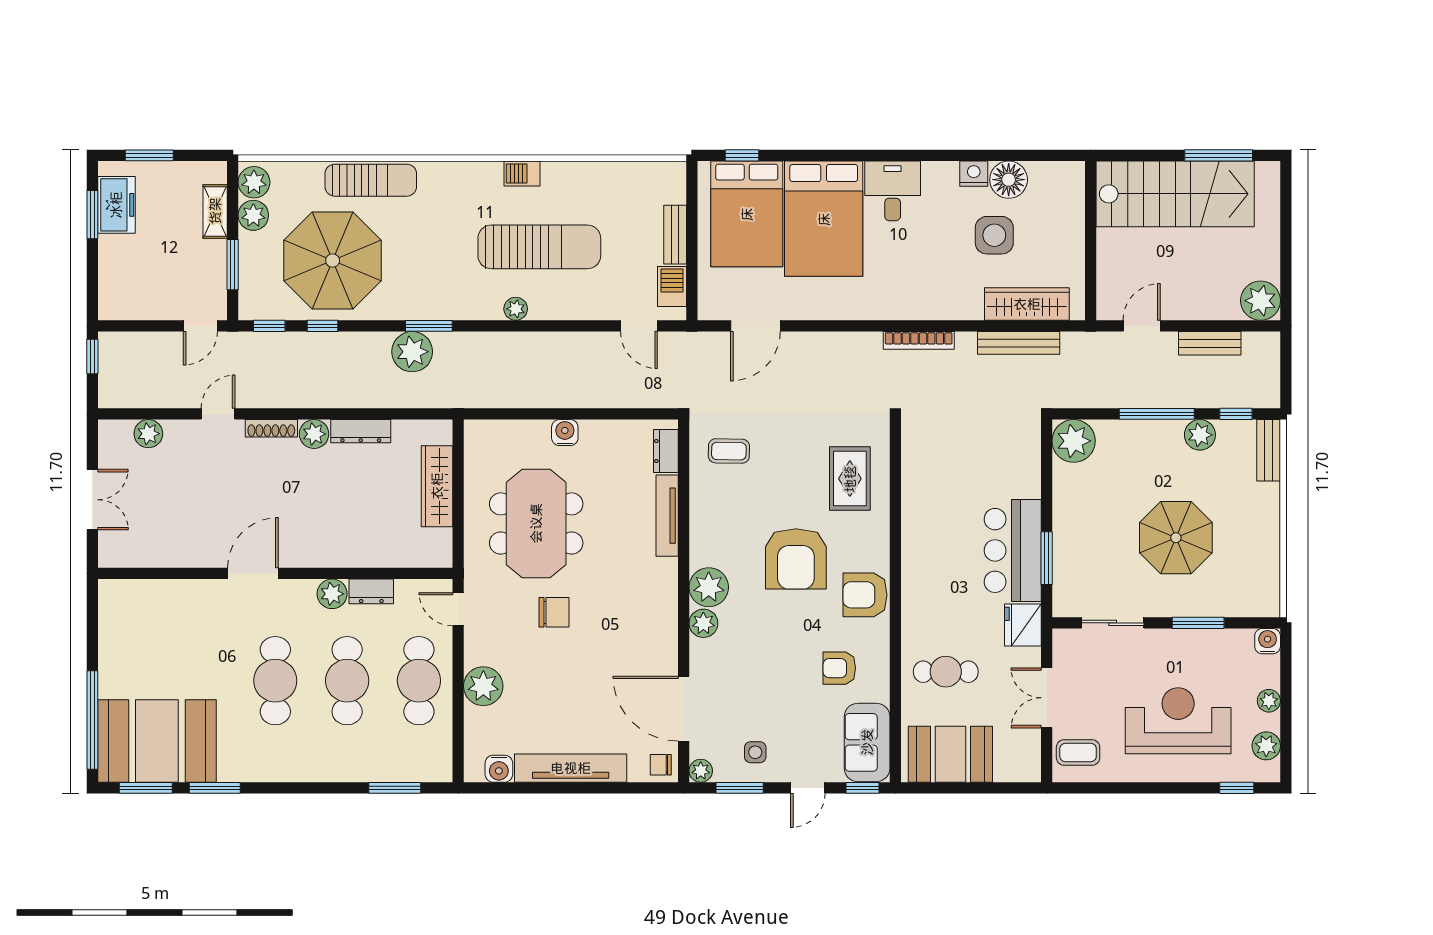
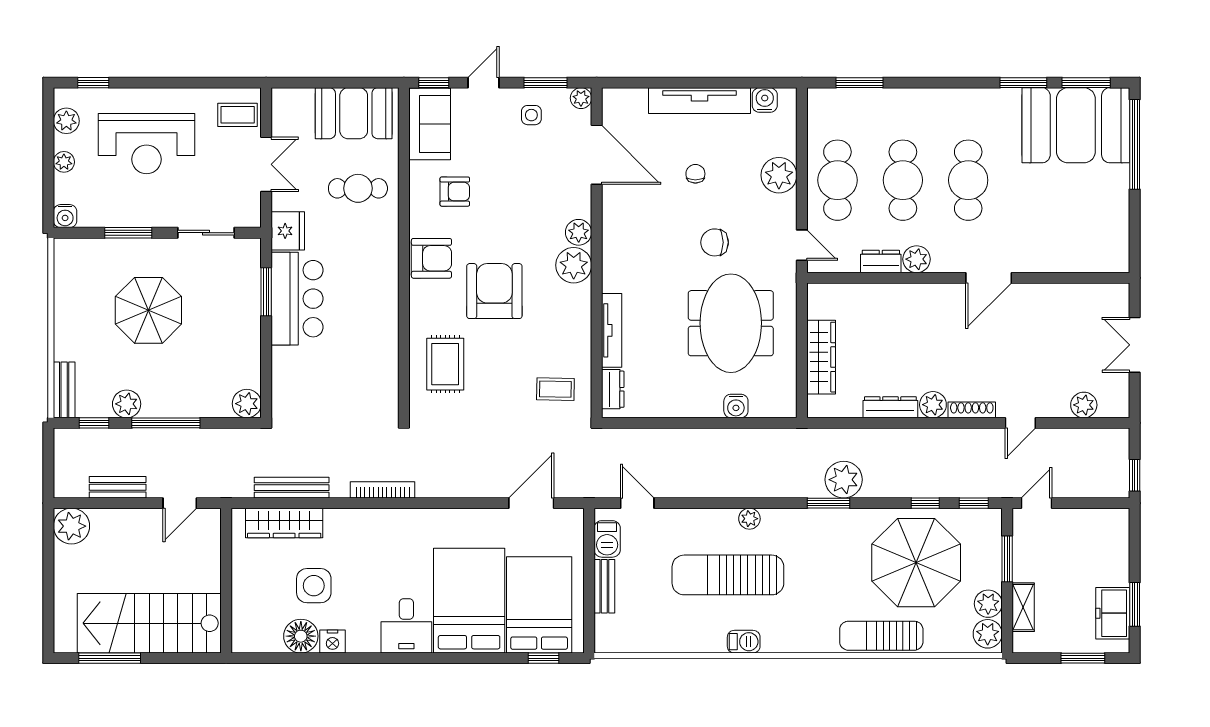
water cooler: (565, 433) -> (736, 406), moved
plant: (1074, 441) -> (247, 404), width x0.73, depth x0.73
chair: (661, 765) -> (695, 174), moved, turned -90

